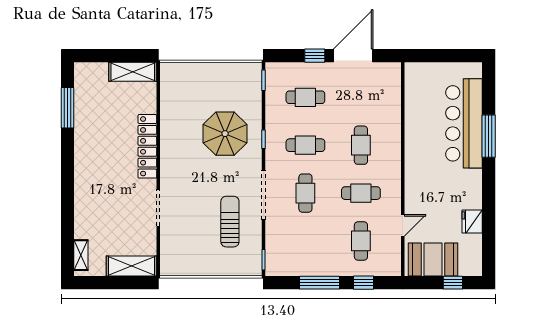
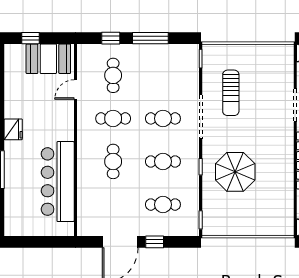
bar counter: (464, 123) -> (58, 182), moved, turned 180
cafe table: (305, 193) -> (163, 118), turned 90
fridge: (472, 221) -> (13, 129), moved

